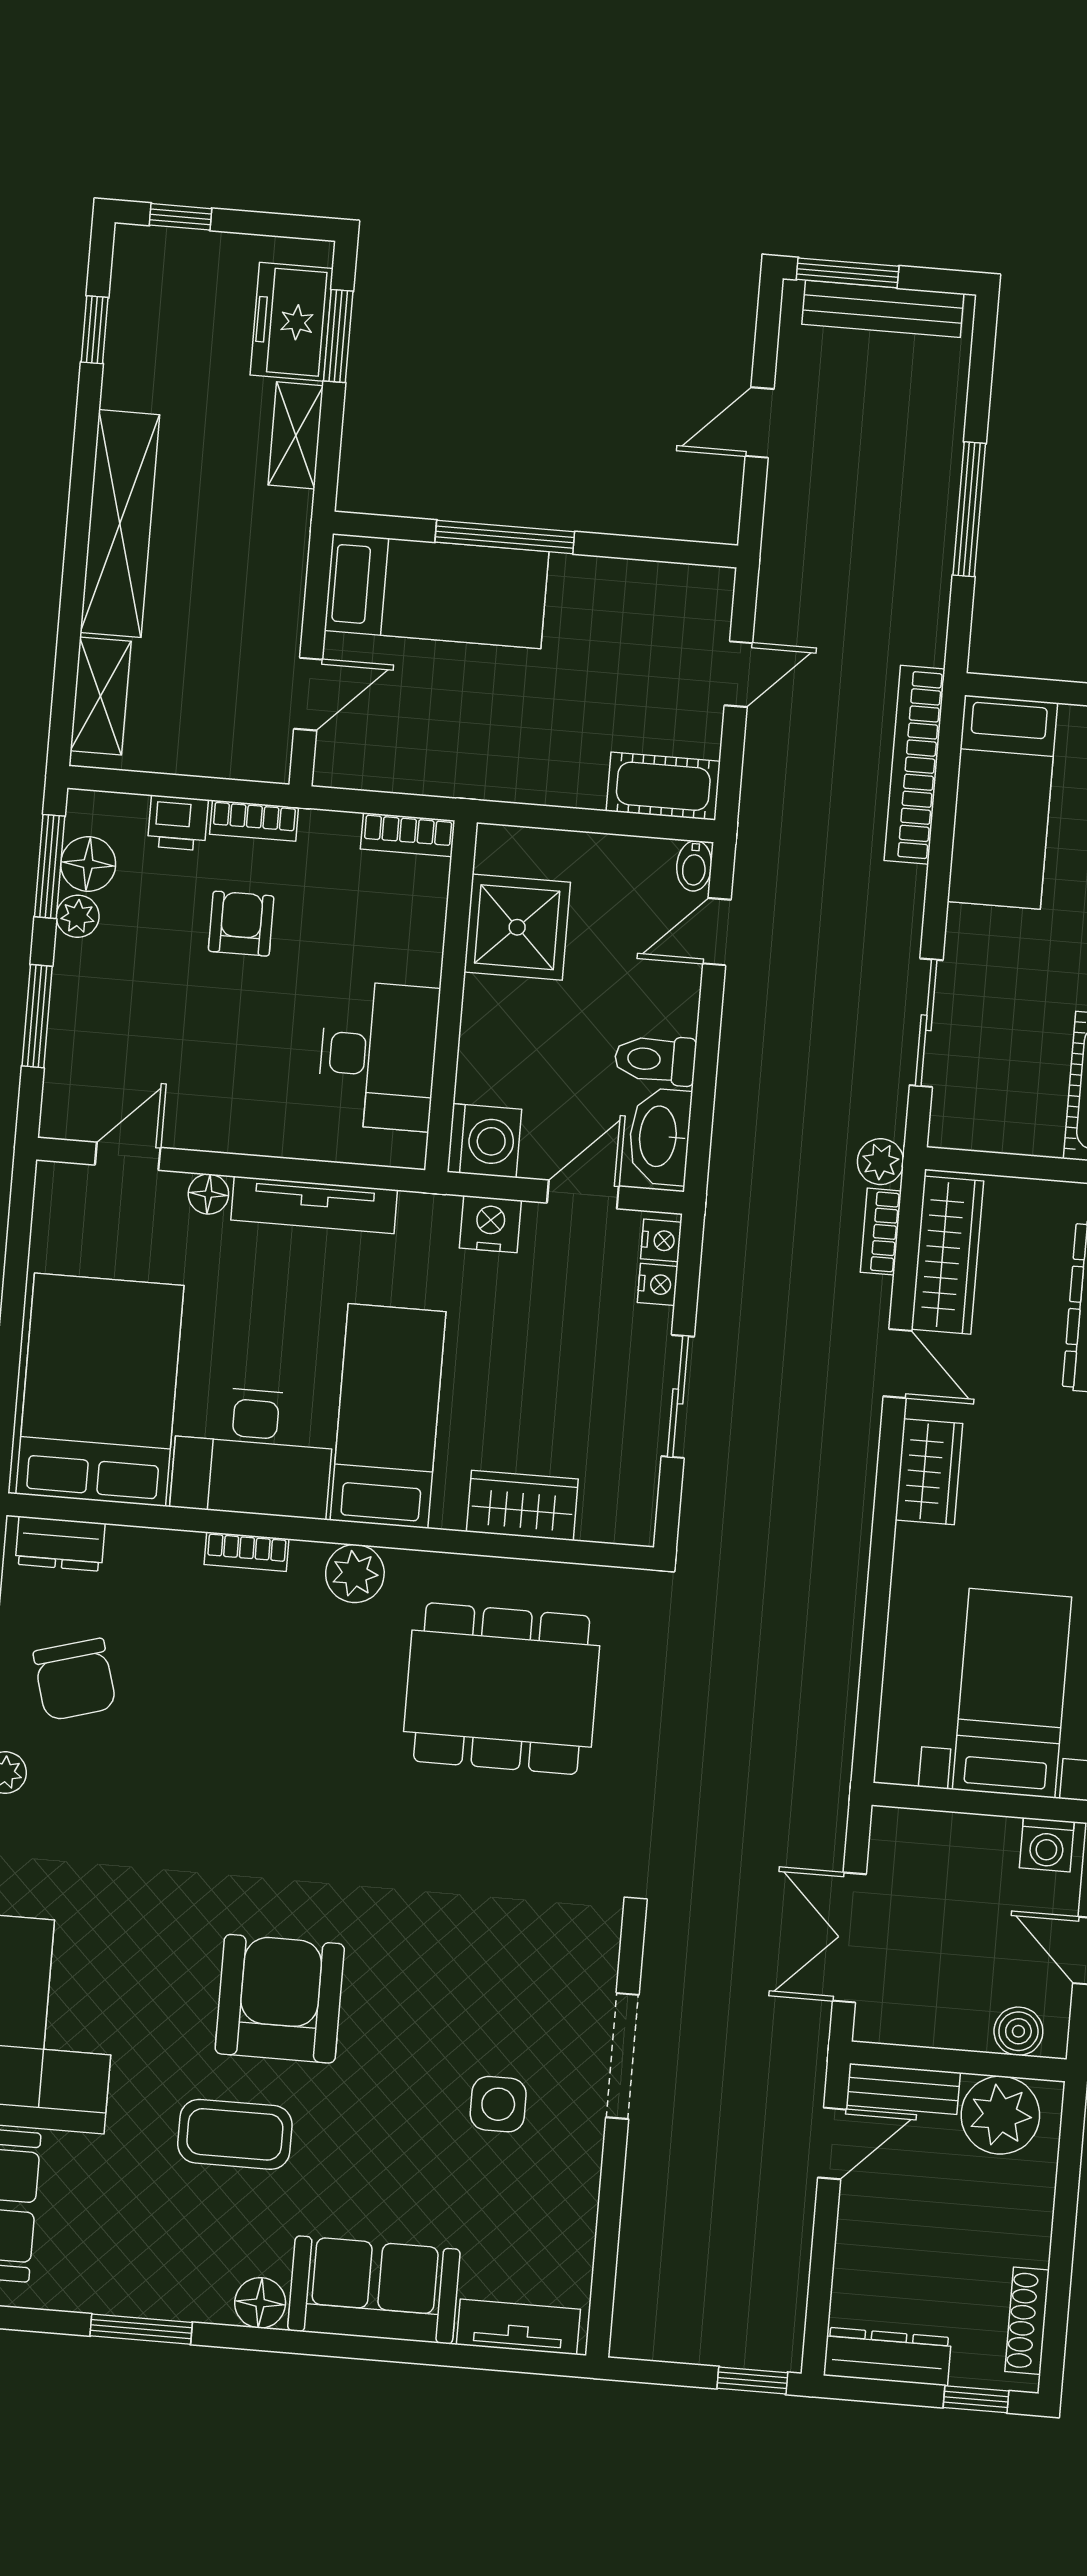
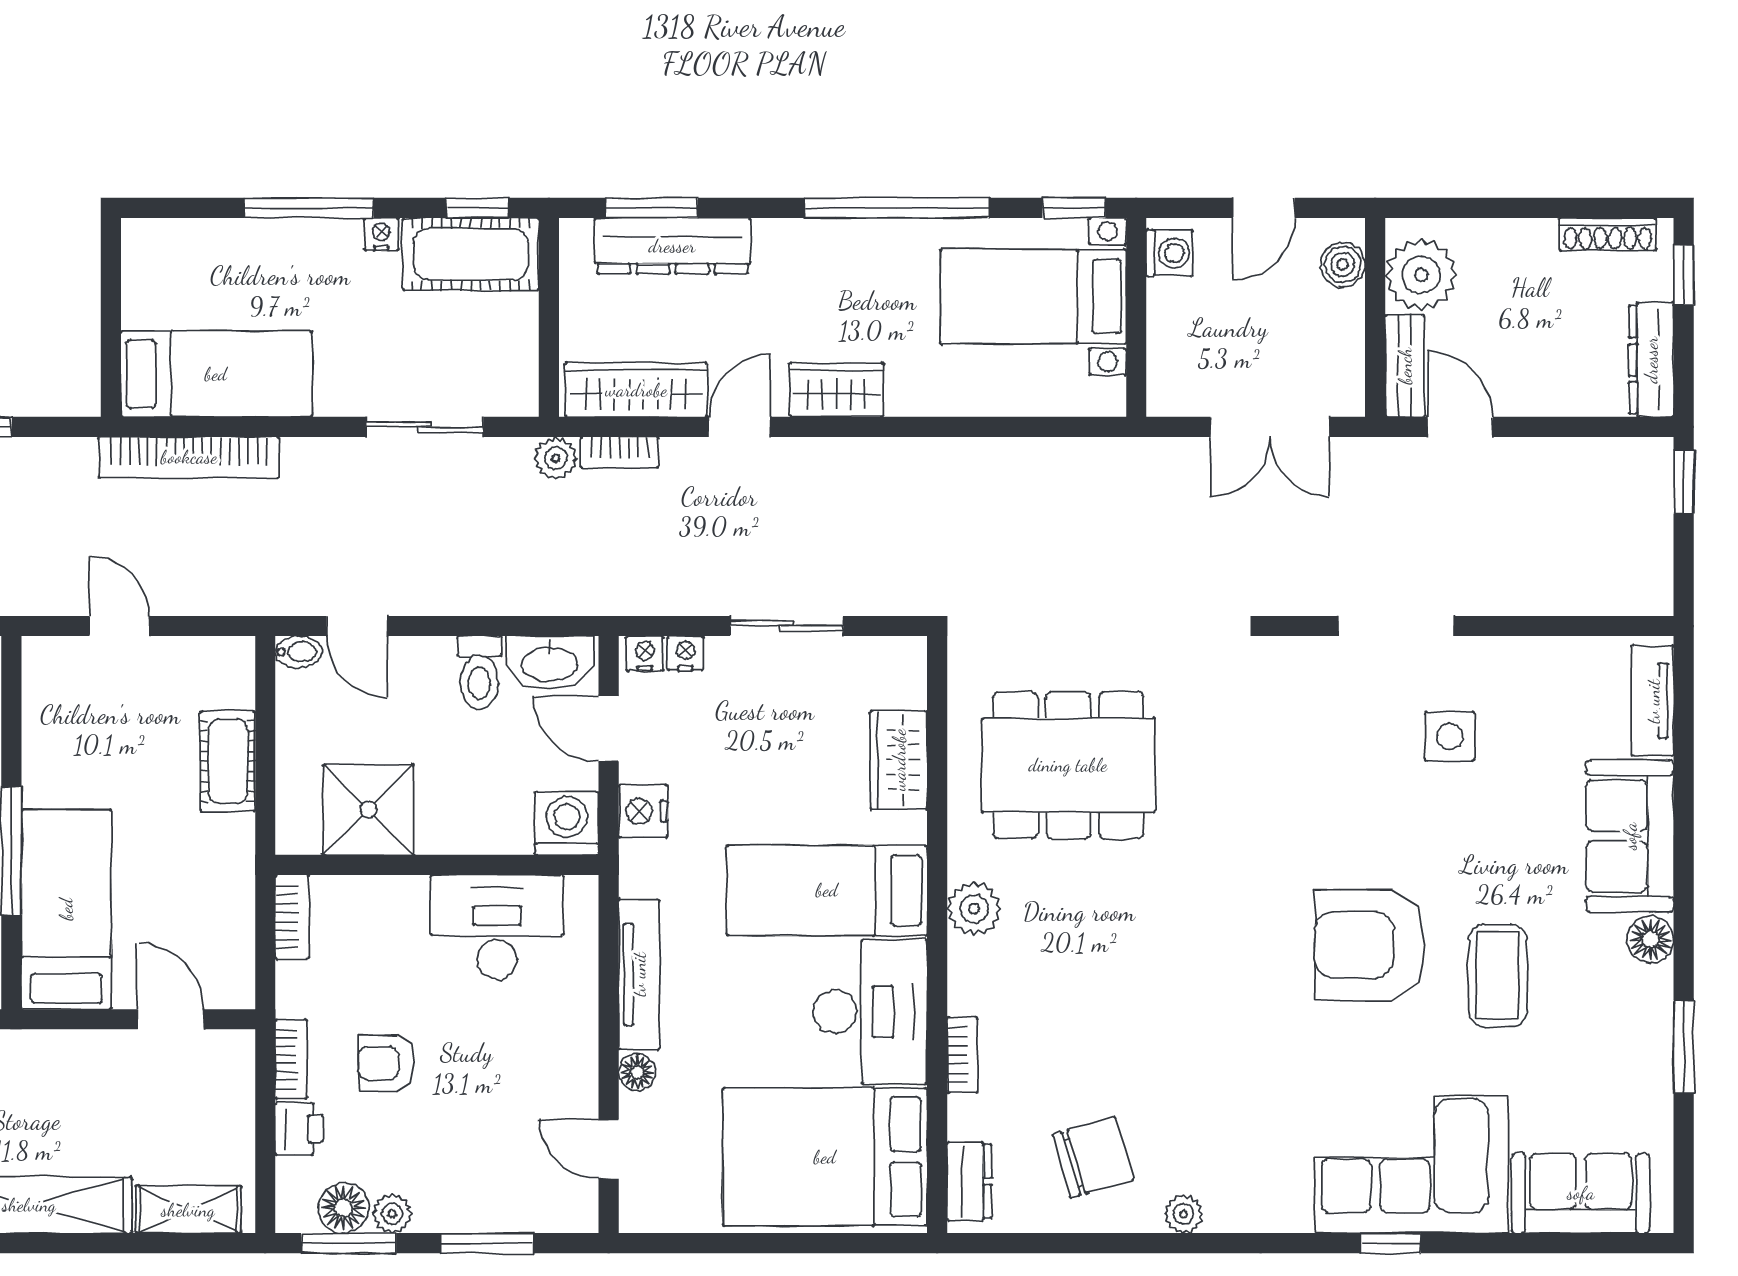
cot: (663, 786) -> (228, 761), moved
bookcase: (247, 1552) -> (962, 1055), moved
dining table: (502, 1689) -> (1068, 765), turned 90

